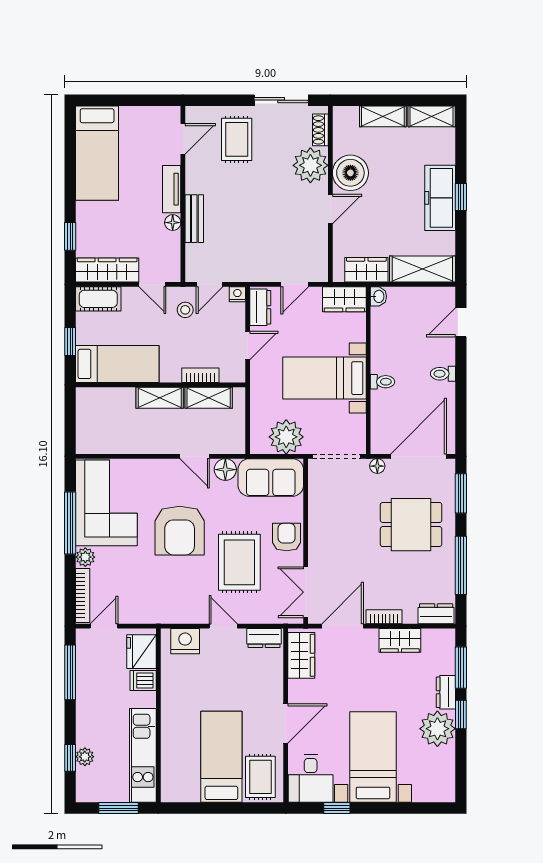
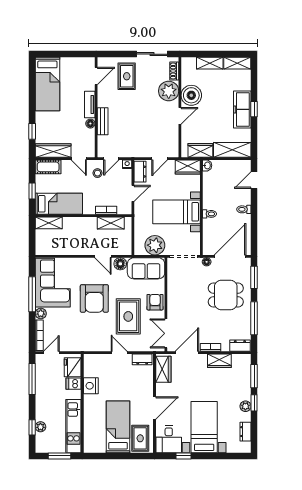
shelving: (160, 398) -> (49, 223), moved
nightstand: (185, 641) -> (91, 386), moved, turned -90
dresser: (446, 692) -> (245, 432), moved
plant: (437, 729) -> (245, 406), width x0.53, depth x0.53

